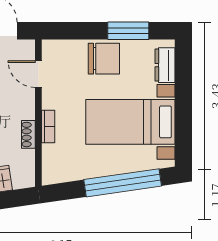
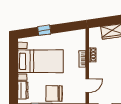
door: (38, 74) -> (87, 86), hinge flipped
window: (123, 183) -> (44, 30), width x0.32

